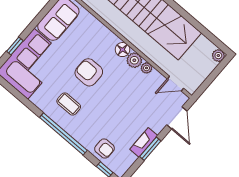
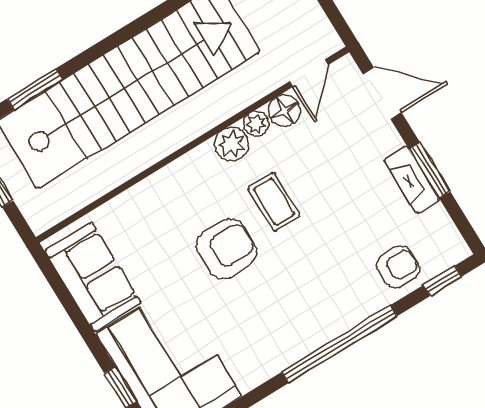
floor lamp: (123, 50) -> (284, 111), moved
armchair: (89, 72) -> (226, 249), turned 180
coffee table: (69, 104) -> (274, 202), moved, turned 90

